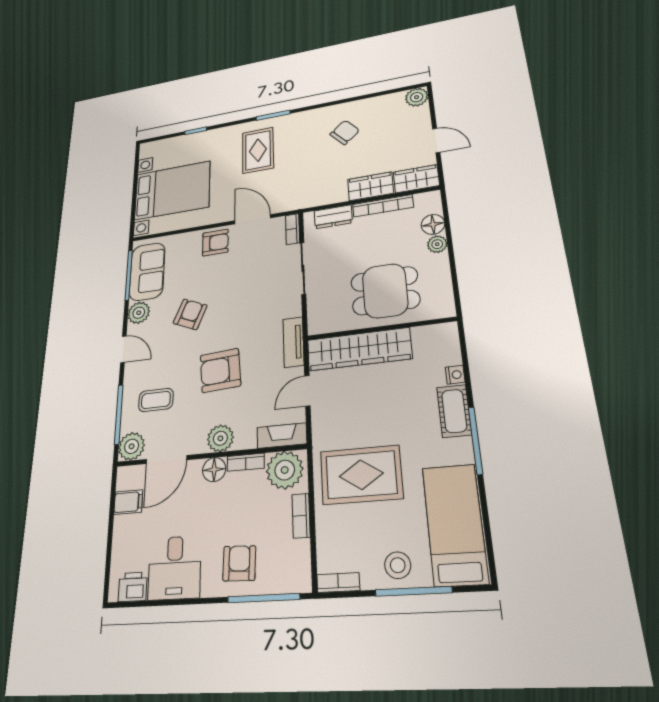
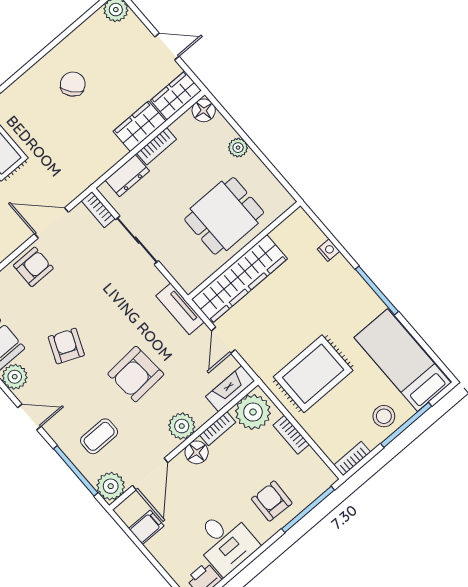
bookcase: (383, 206) -> (157, 146), width x0.64
floor lamp: (433, 224) -> (204, 110), moved
cot: (454, 411) -> (347, 279), removed

